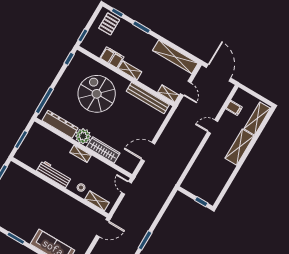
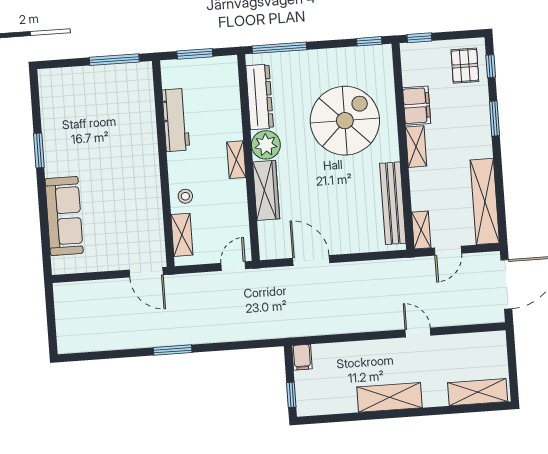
pallet: (109, 24) -> (465, 66), turned 90
filing cabinet: (234, 108) -> (302, 357), moved
shelving: (240, 147) -> (390, 397), moved
workbench: (54, 174) -> (176, 120), moved

